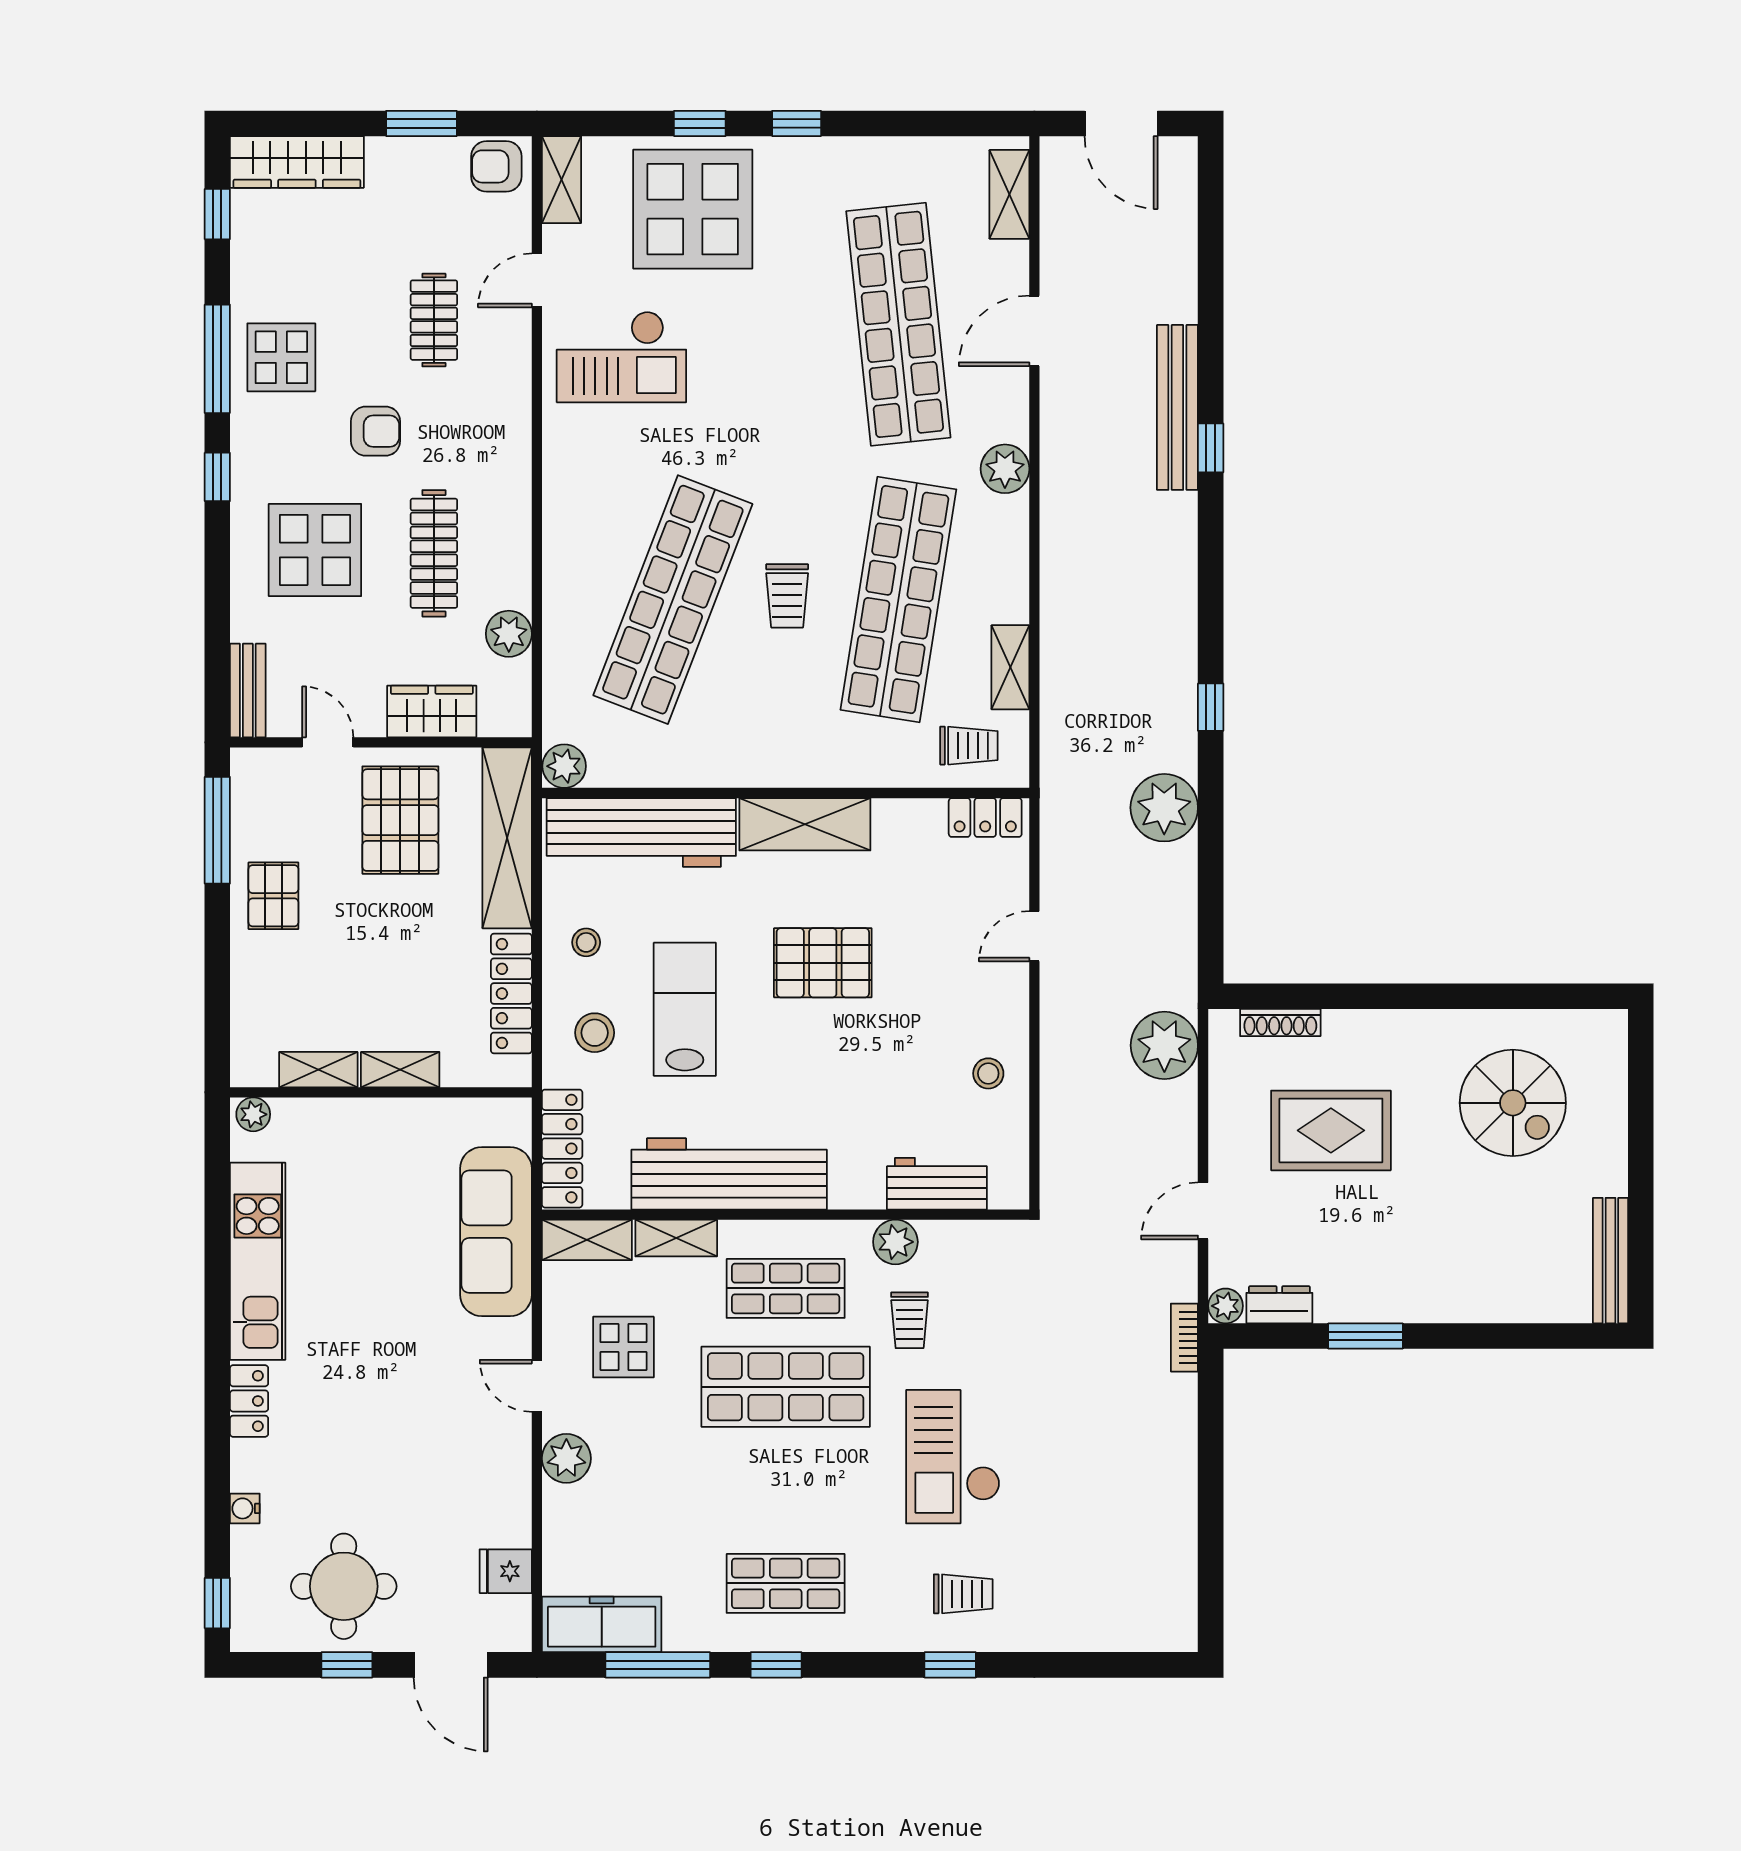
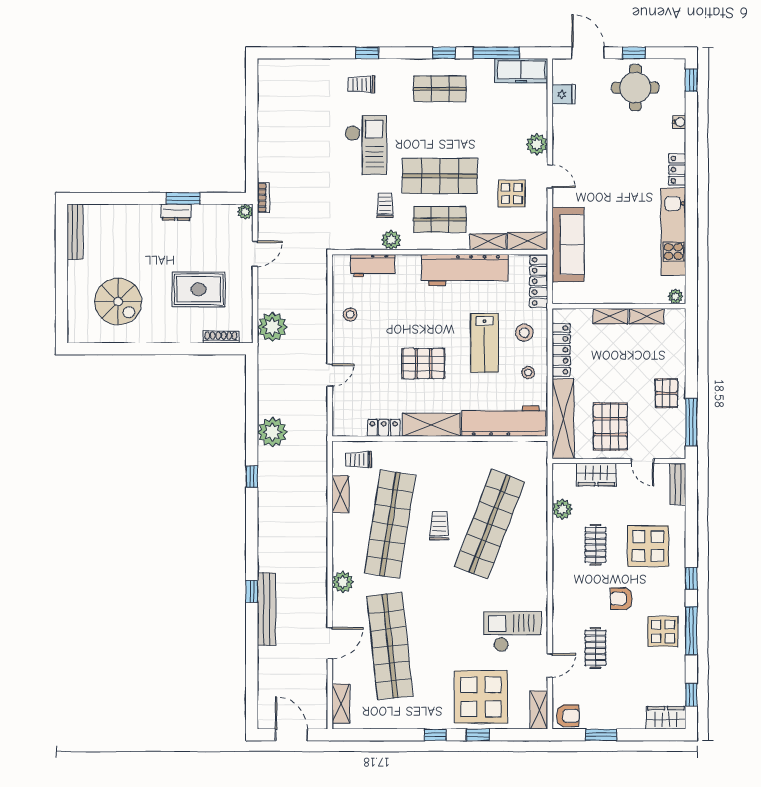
wardrobe: (297, 162) -> (666, 718), width x0.67
clothes rail: (434, 553) -> (595, 545), width x0.73
plant: (564, 766) -> (538, 450), removed
locker: (985, 817) -> (384, 428), moved
spiral stairs: (1513, 1103) -> (118, 302), turned 180
dresser: (1279, 1305) -> (176, 212), moved

